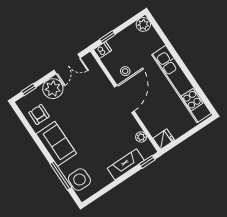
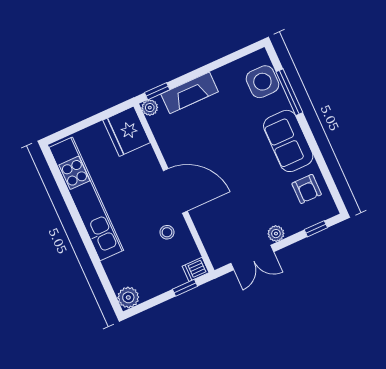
double door: (67, 64) -> (252, 257), swing flipped
plant: (53, 89) -> (276, 234), width x0.53, depth x0.53
door: (124, 99) -> (175, 191), swing flipped
plant: (141, 137) -> (150, 108), moved
fridge: (164, 139) -> (127, 131), width x1.88, depth x1.34

